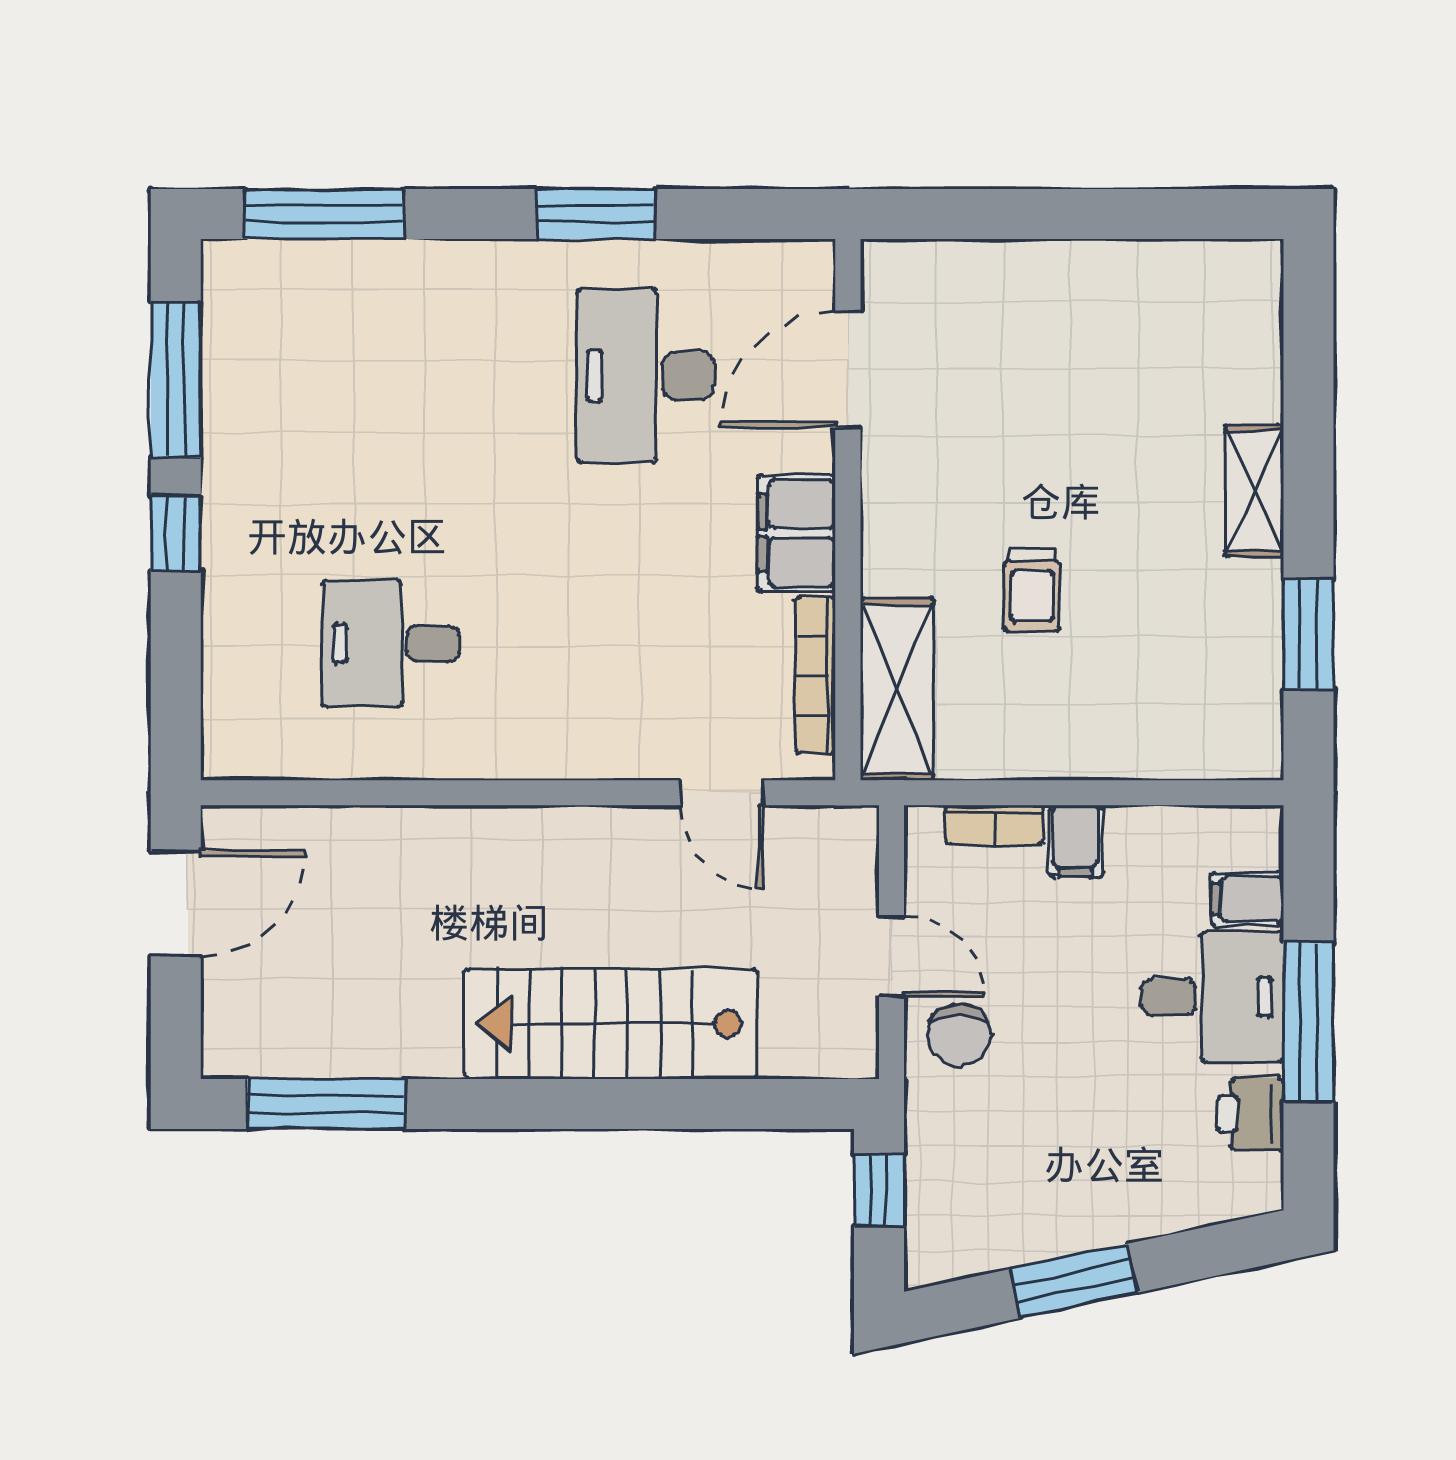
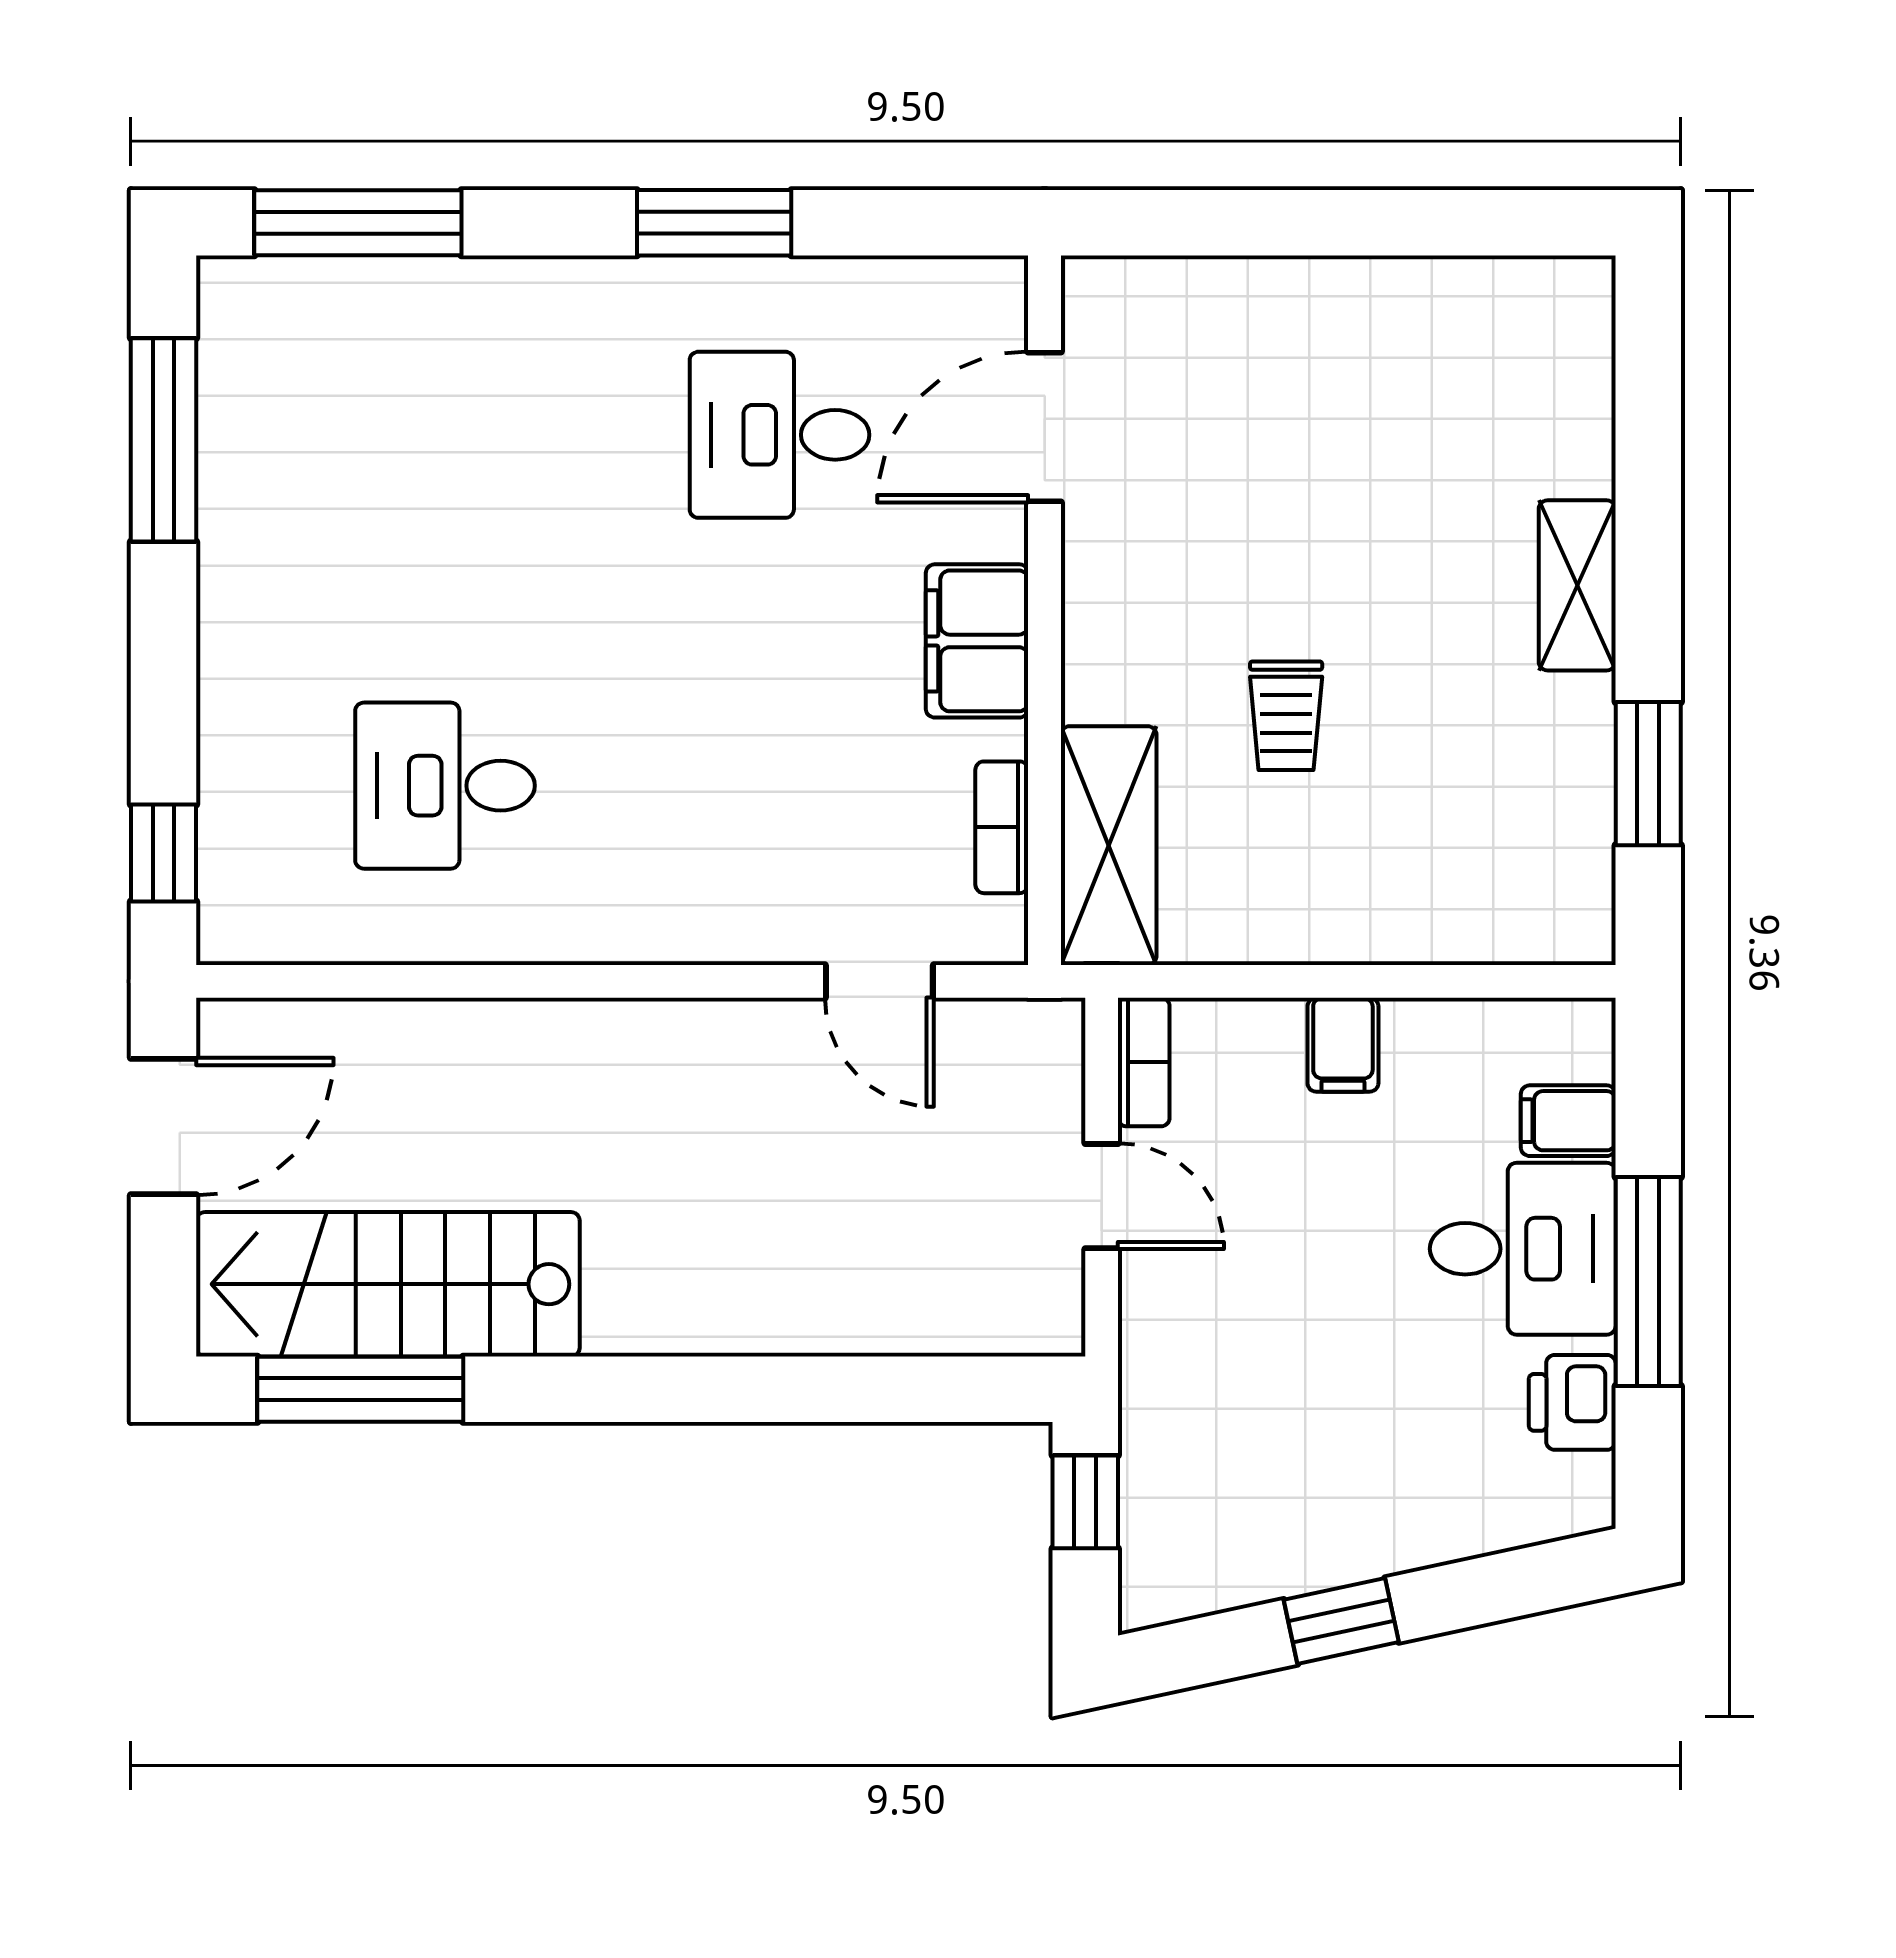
desk: (646, 376) -> (780, 435), width x0.73
window: (176, 534) -> (164, 853), moved
bookcase: (815, 675) -> (1002, 827), width x0.64
bookcase: (994, 825) -> (1144, 1062), moved, turned -90
stairs: (611, 1024) -> (388, 1284), moved
chair: (959, 1035) -> (1191, 1299), removed
window: (1074, 1281) -> (1341, 1621), width x0.67

